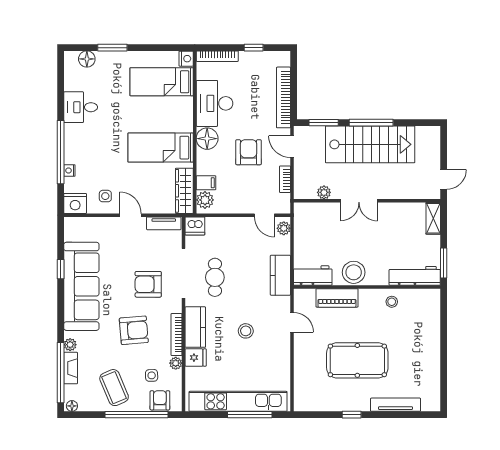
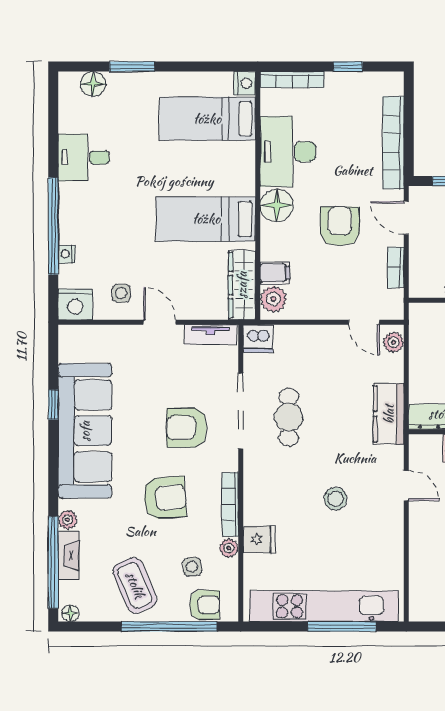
kitchen counter: (195, 327) -> (259, 493), removed
armchair: (160, 400) -> (205, 605), turned 90

